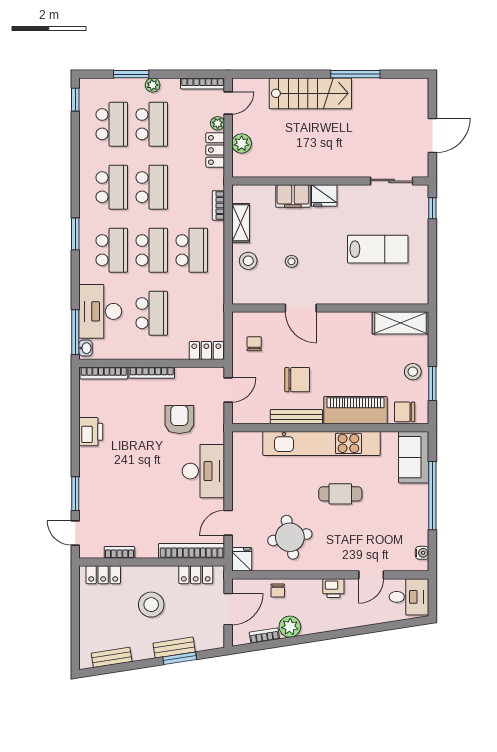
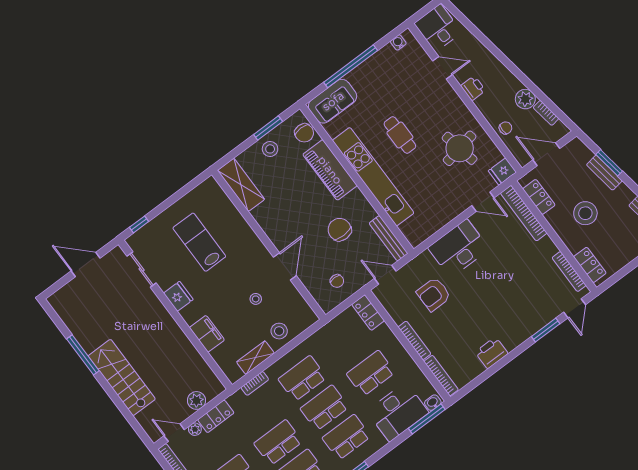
fridge: (324, 196) -> (178, 296), moved
chair: (254, 344) -> (337, 281), turned -90
bench: (296, 417) -> (388, 238), moved
bookcase: (119, 552) -> (569, 272), width x1.56

